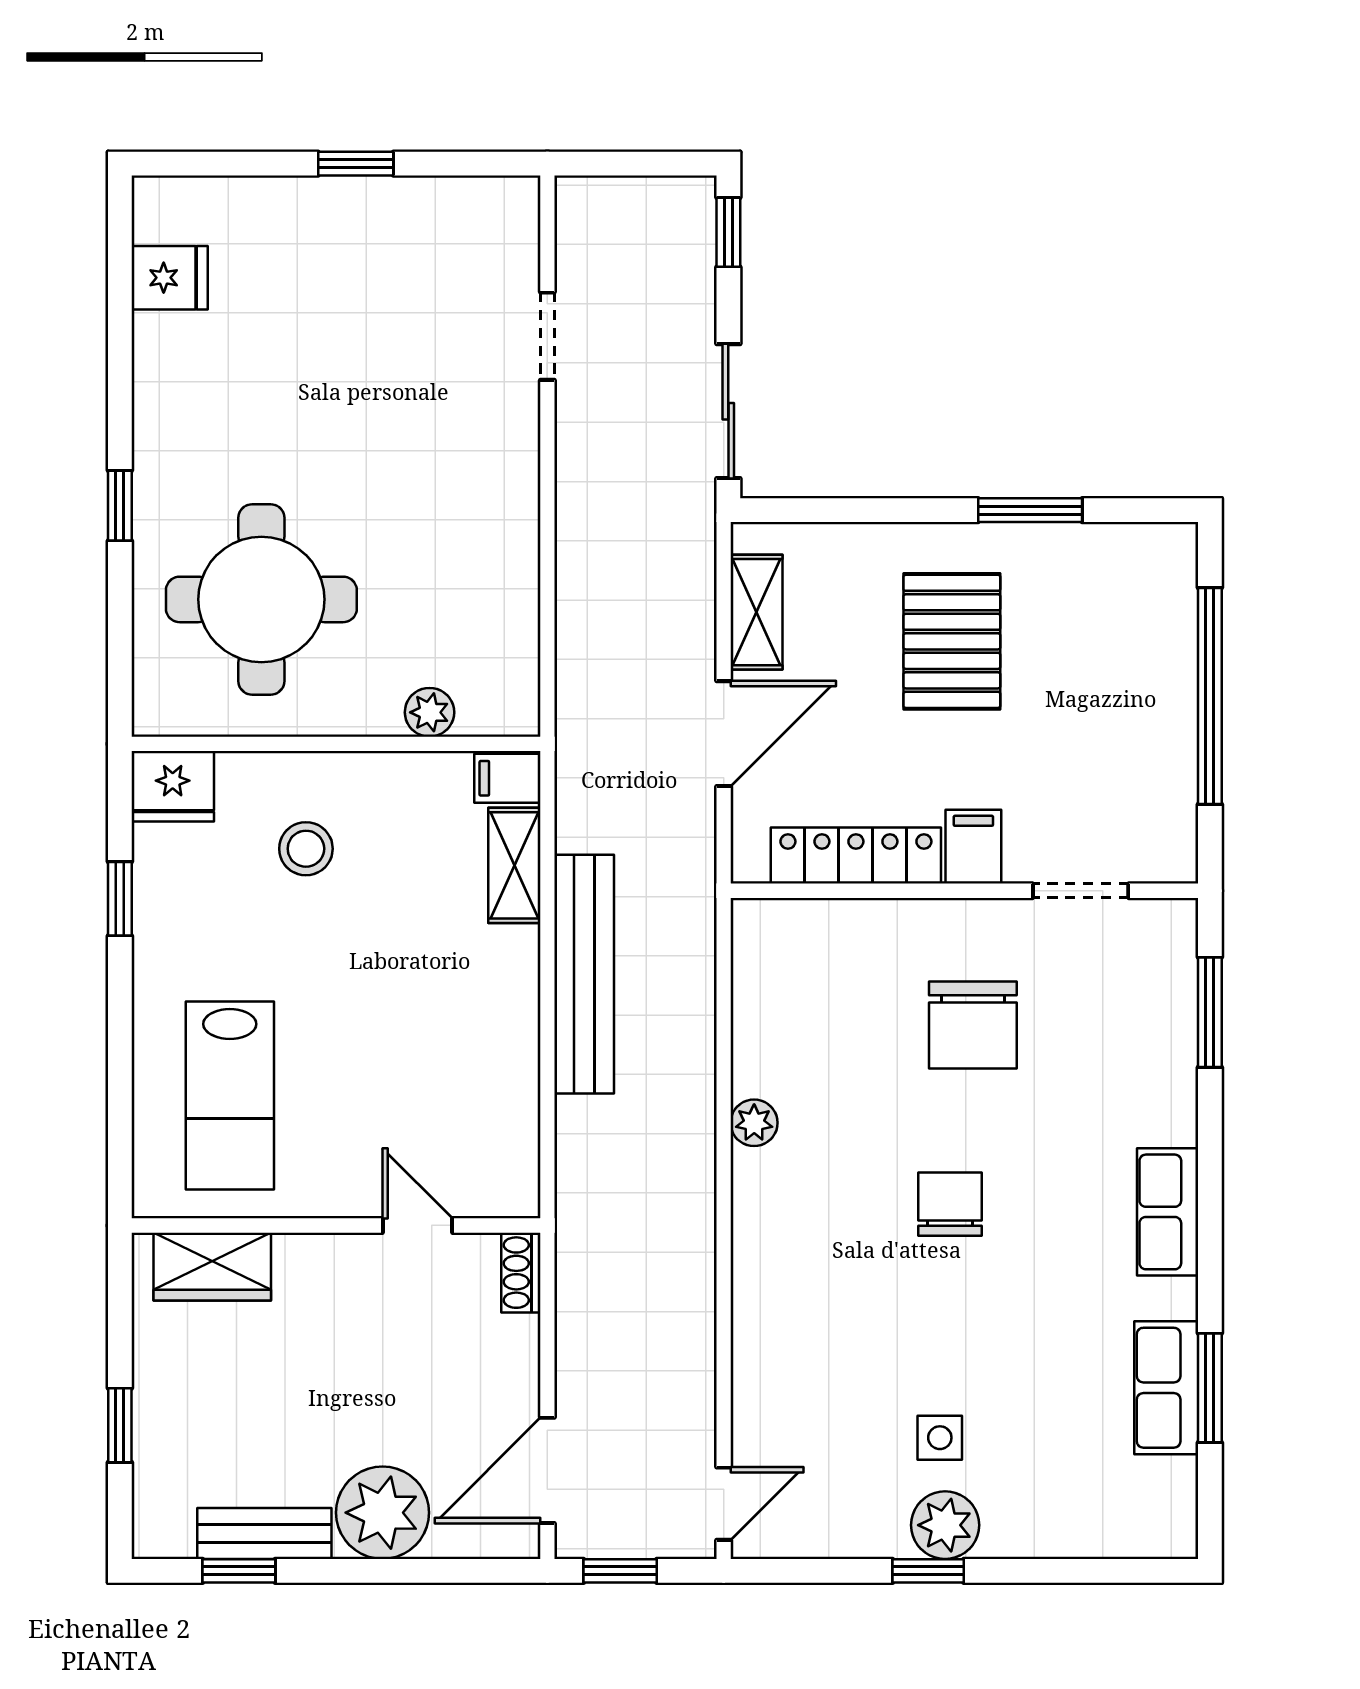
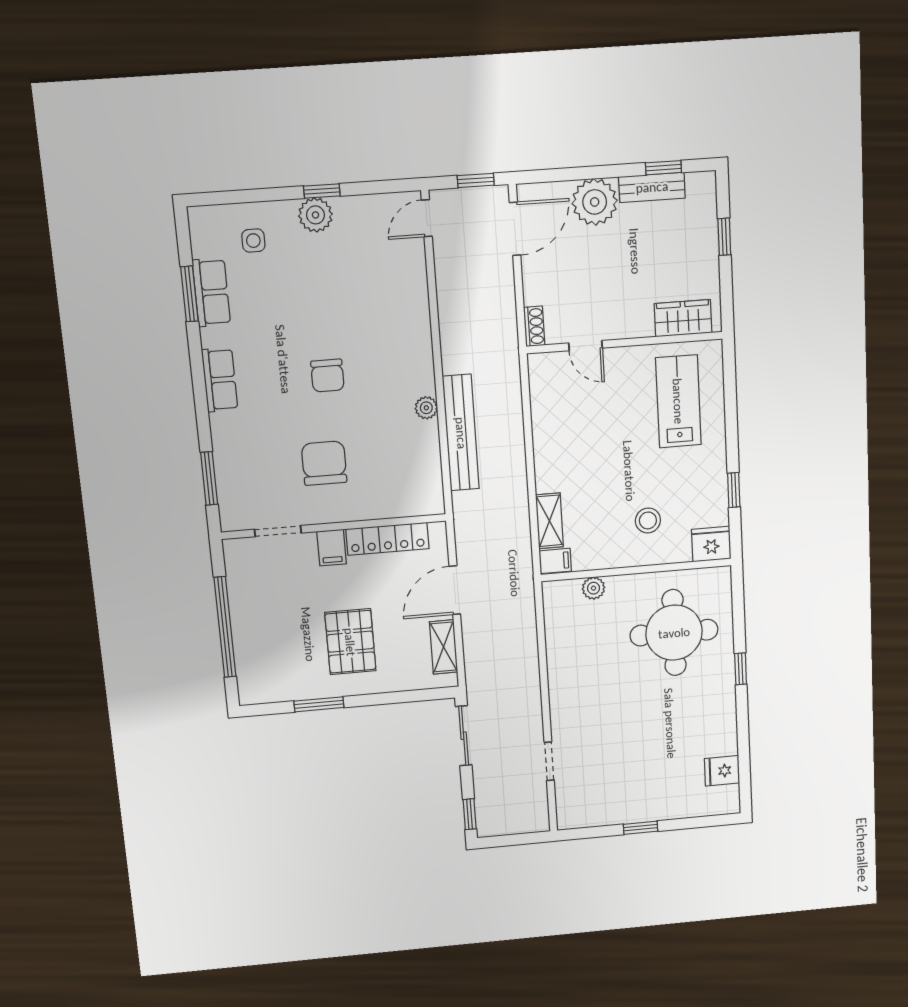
bench: (584, 974) -> (461, 433), moved
side table: (940, 1438) -> (253, 241), moved

